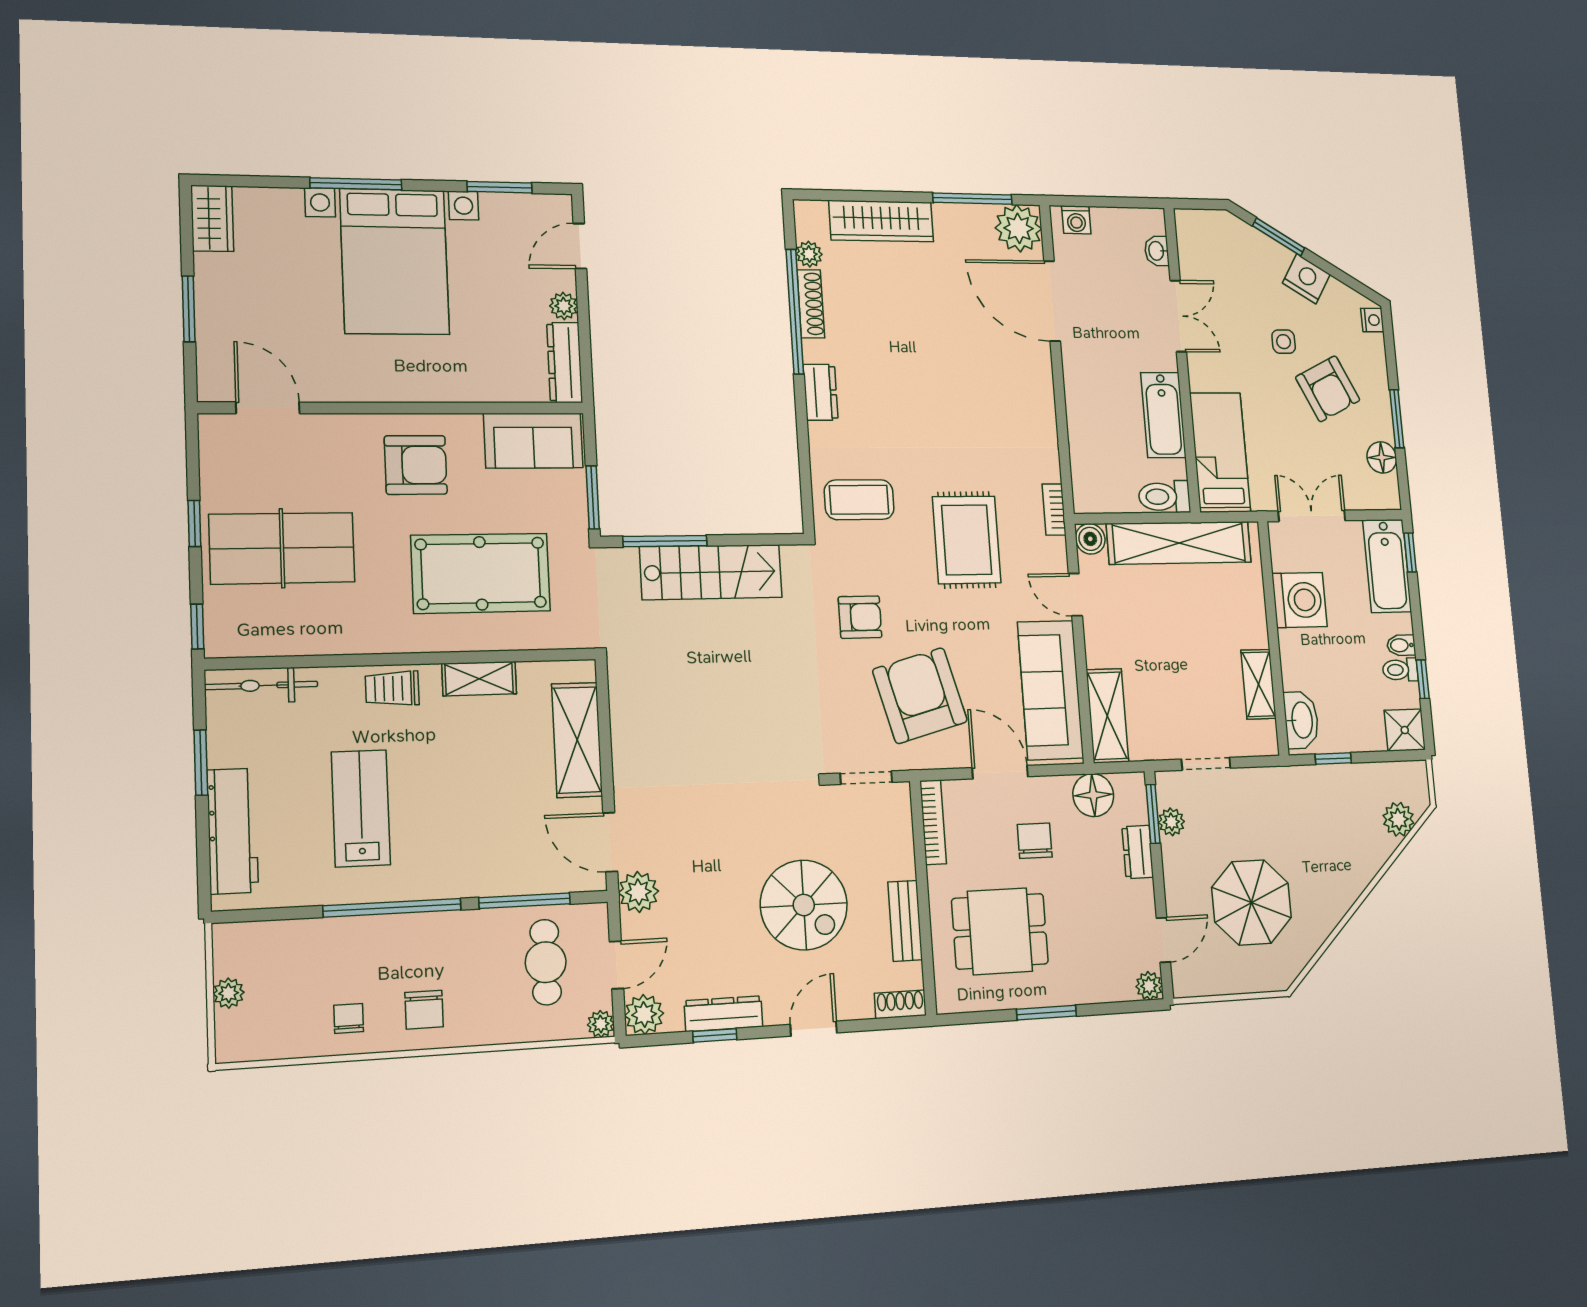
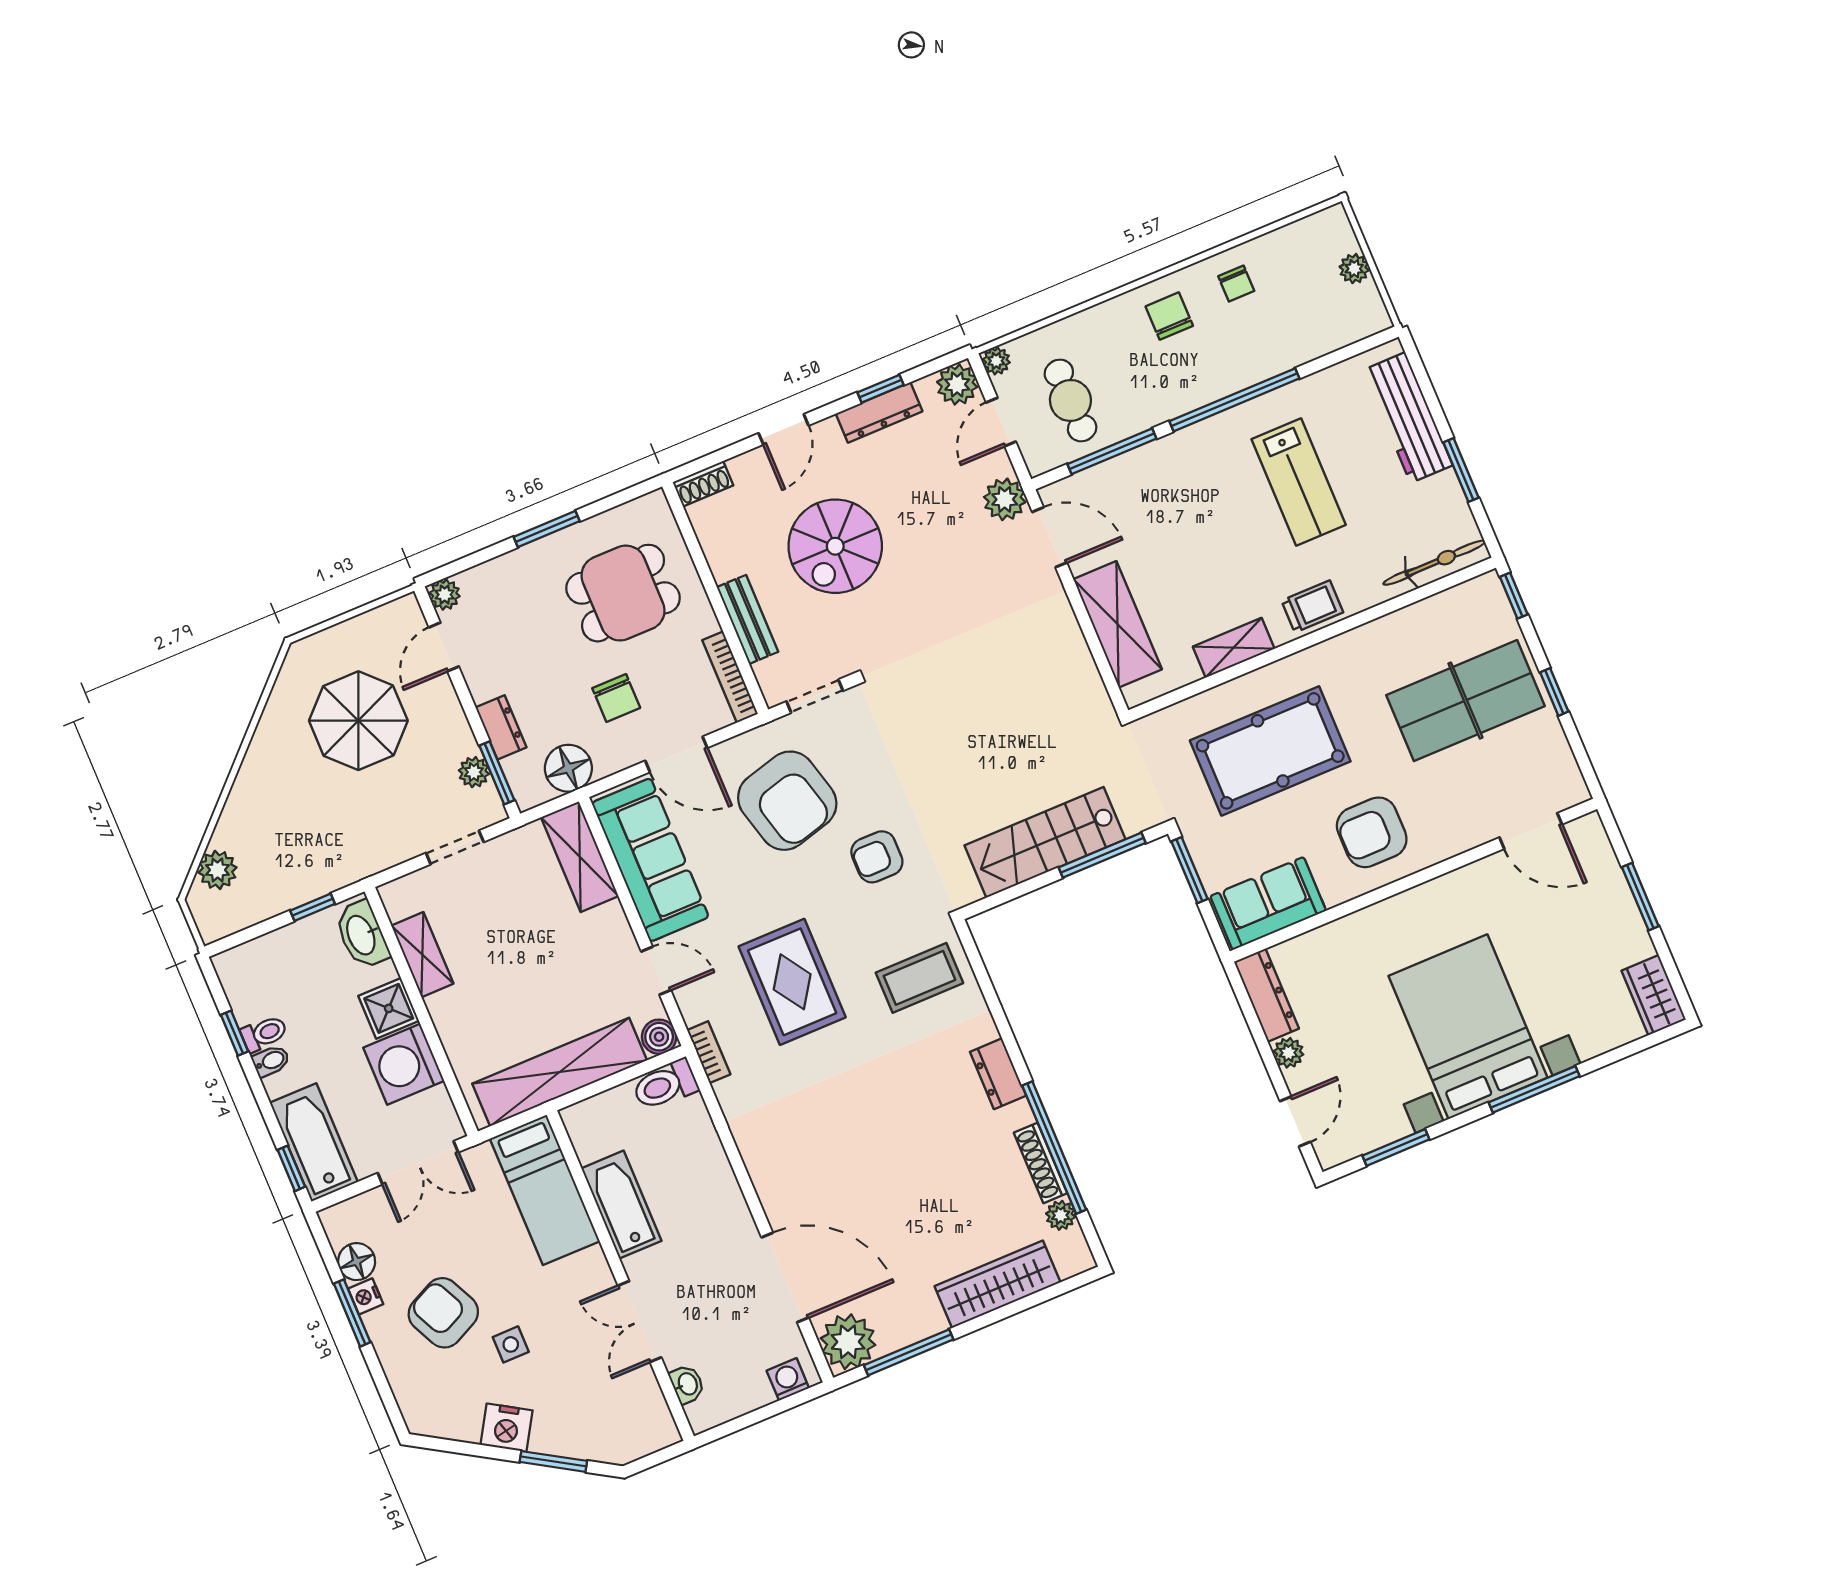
nightstand: (1372, 320) -> (366, 1296), moved
toilet: (1164, 497) -> (665, 1085), moved, turned 180
shower: (1405, 730) -> (389, 1008), moved
spiral stairs: (804, 905) -> (835, 546), turned -90
bench: (905, 921) -> (748, 619), moved

